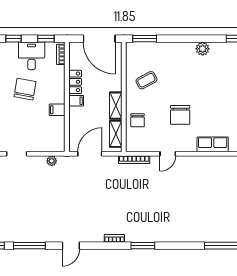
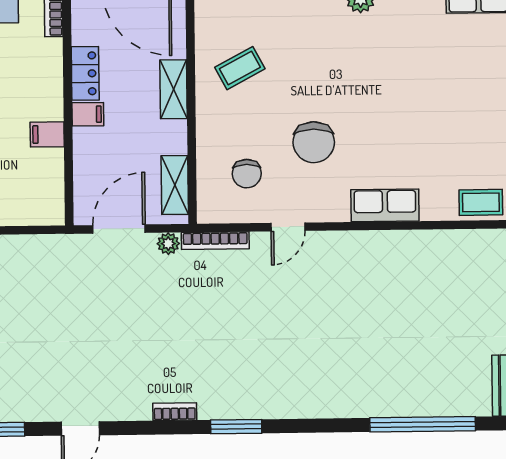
shelving: (116, 106) -> (174, 89), moved
chair: (137, 120) -> (247, 174), moved
plant: (52, 161) -> (168, 244), moved

